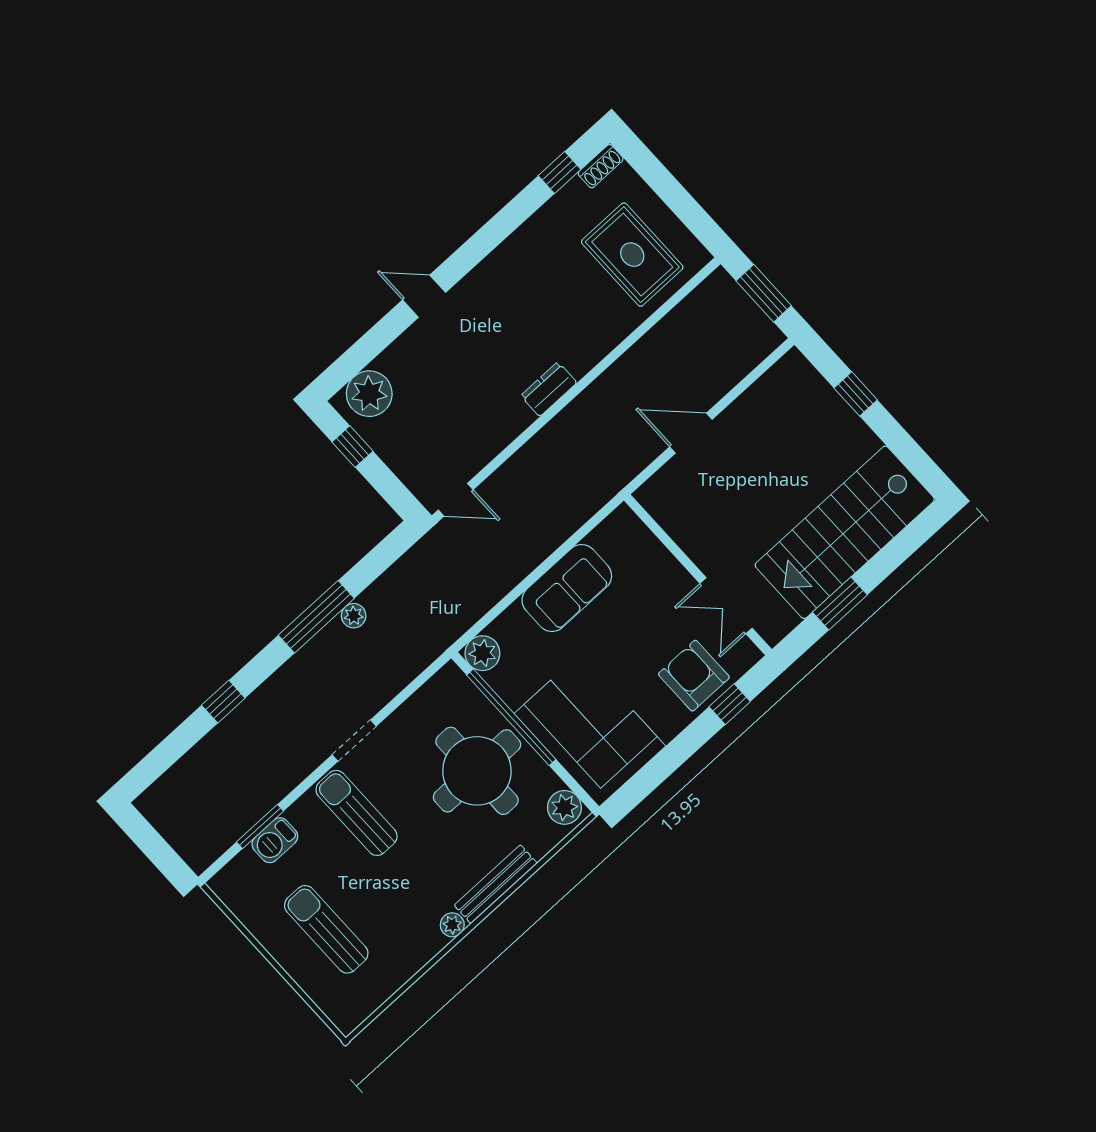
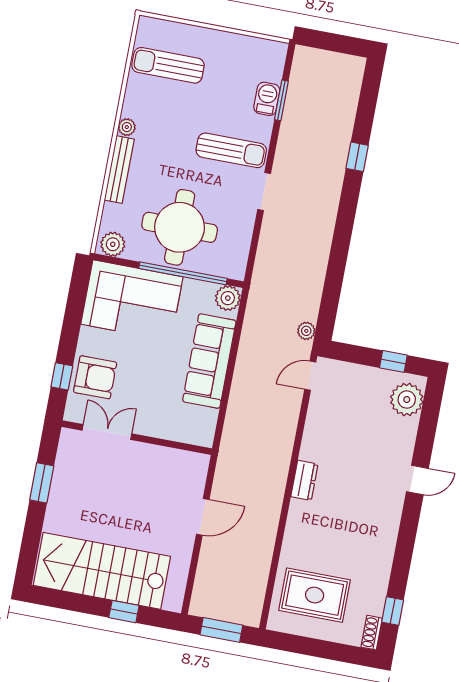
stairs: (845, 532) -> (102, 571), moved, turned -90
sofa: (567, 588) -> (209, 361), width x1.36
plant: (354, 616) -> (306, 331), moved
window: (316, 617) -> (340, 247), removed
sun lounger: (326, 929) -> (168, 65), moved, turned 180

